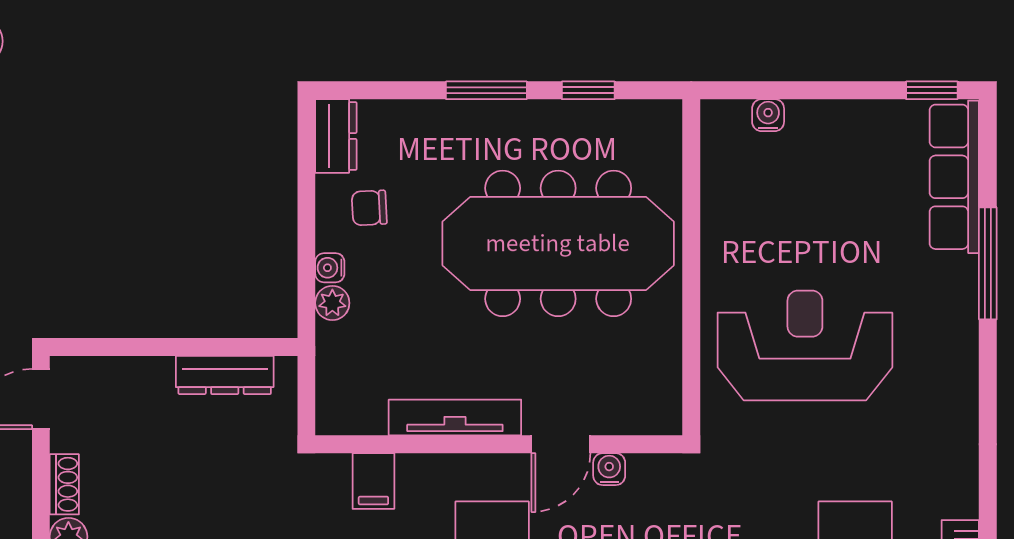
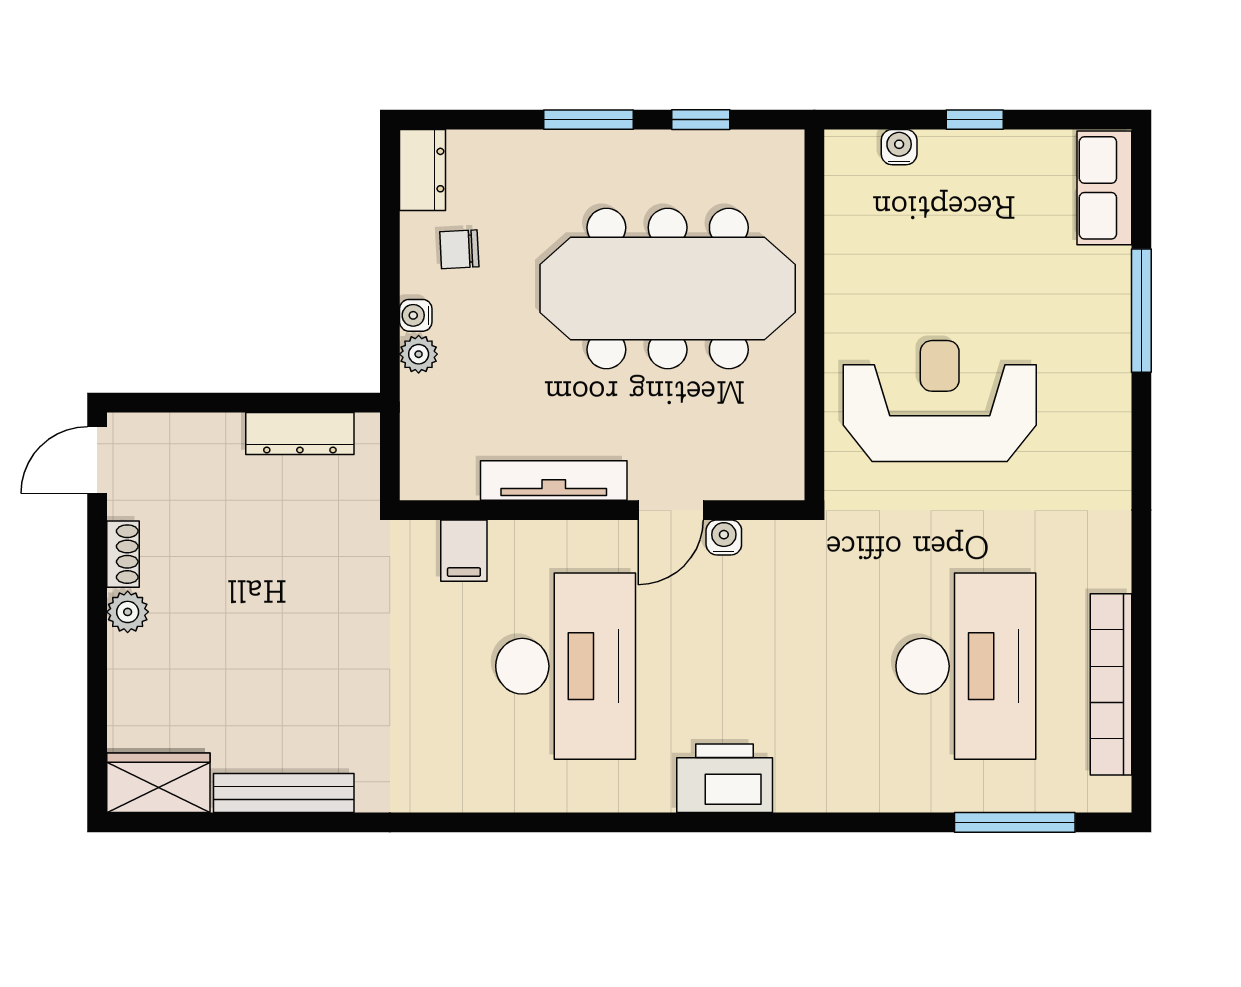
window: (932, 90) -> (975, 120), moved
row of seats: (954, 177) -> (1104, 188), width x0.68

